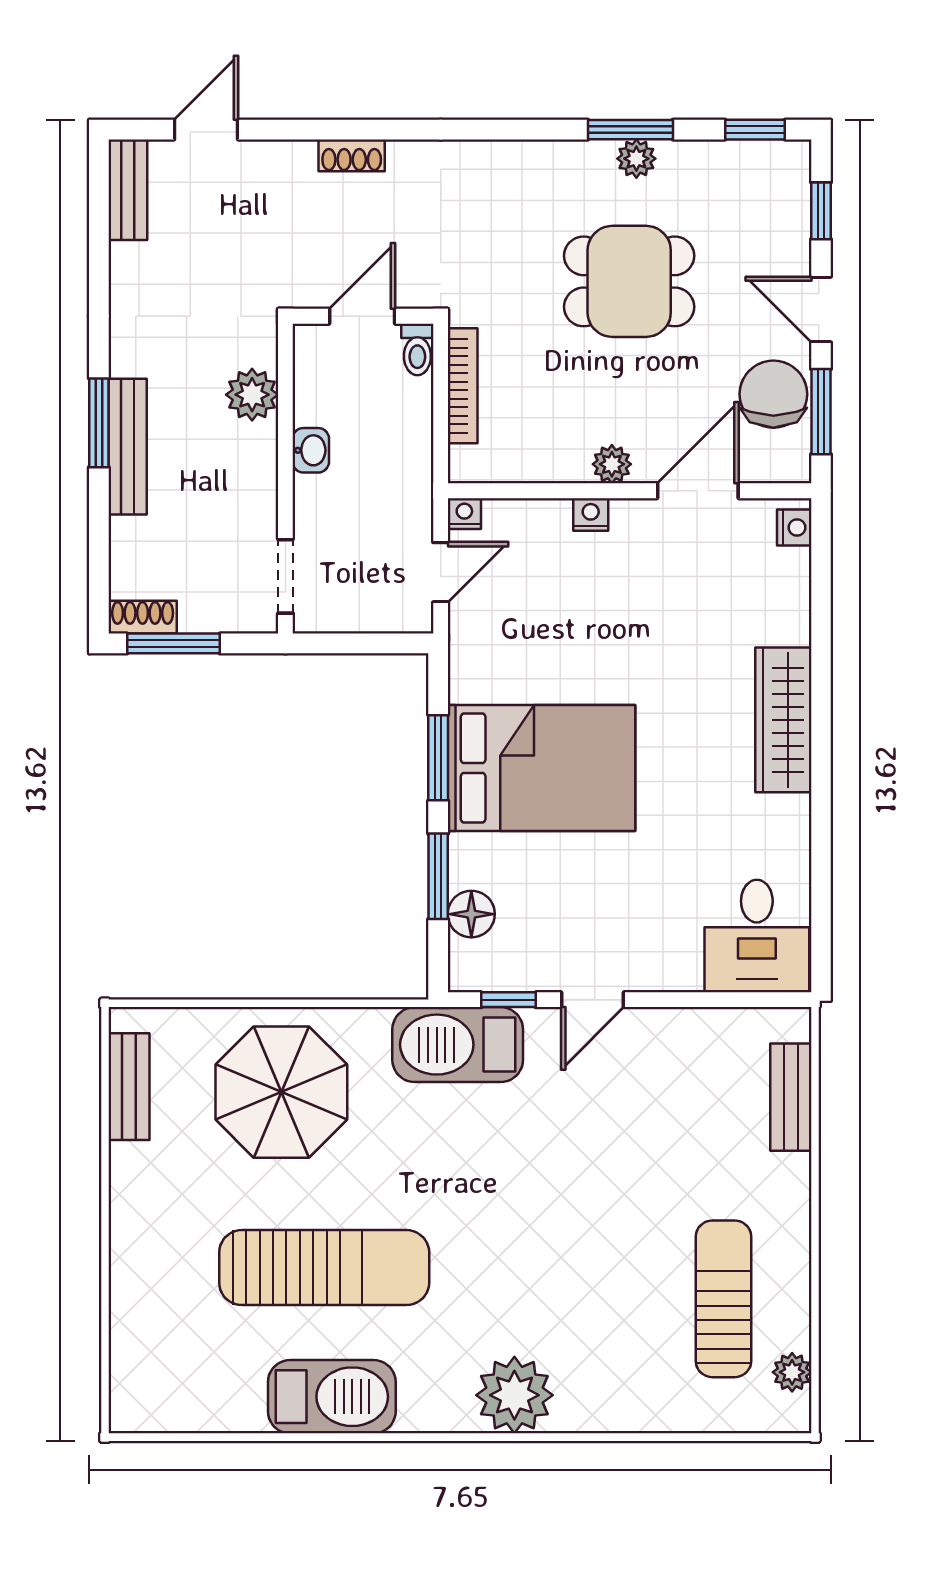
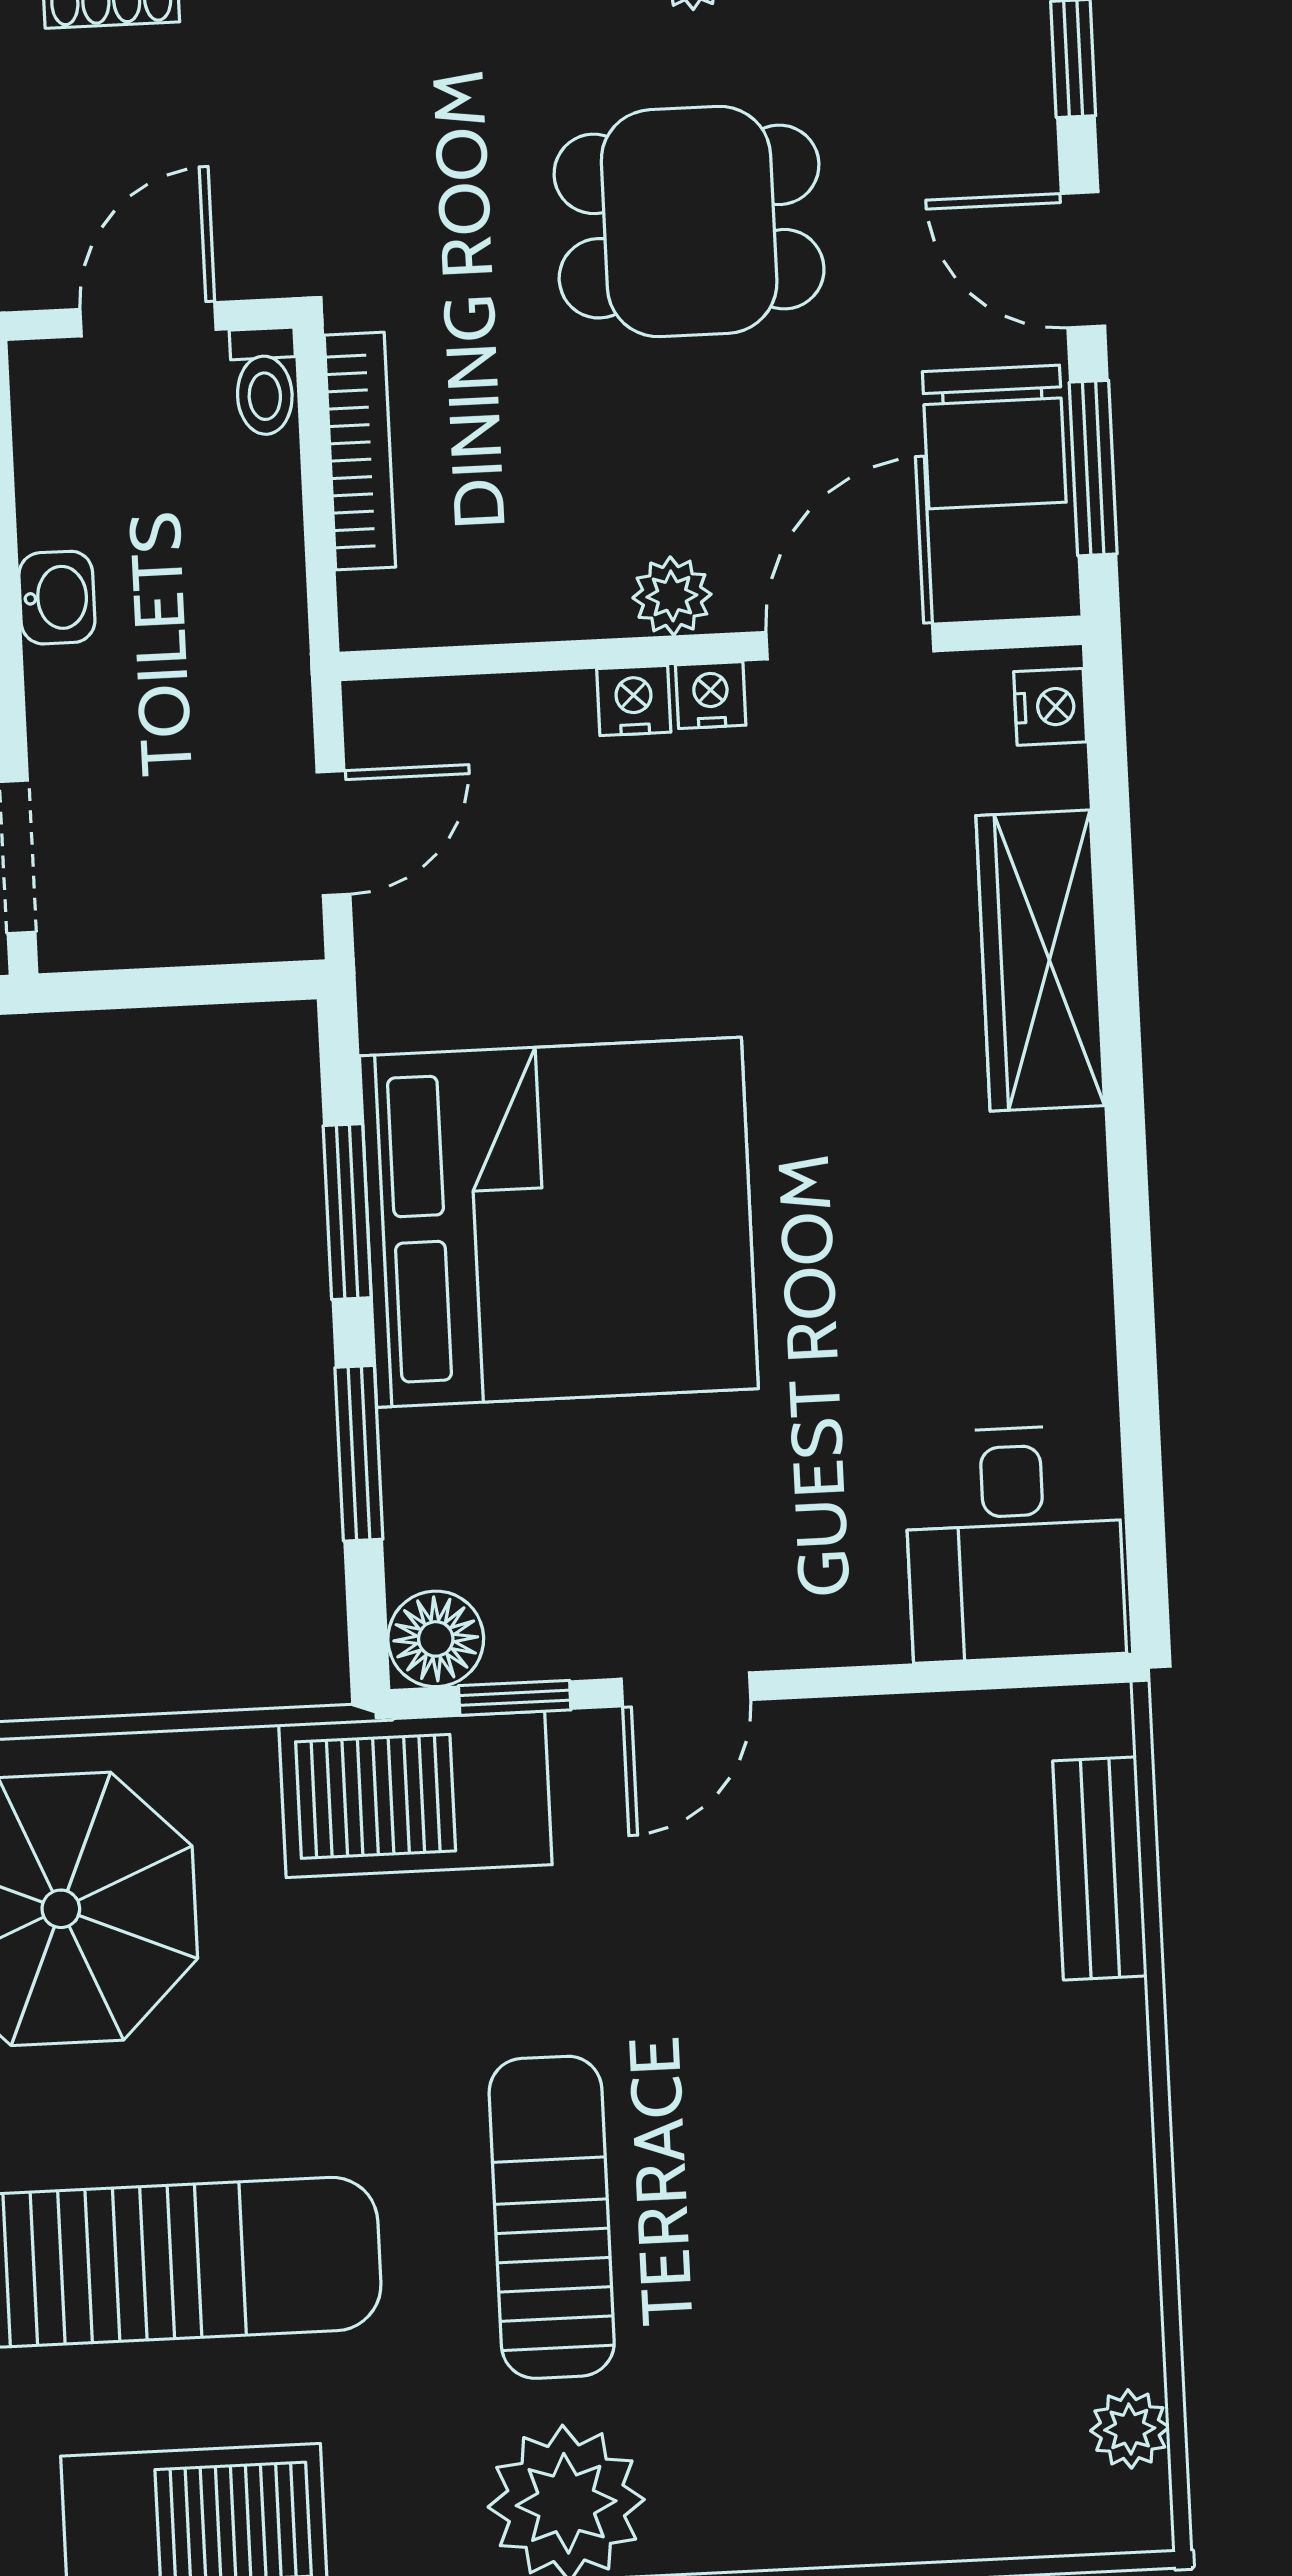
chair: (773, 394) -> (994, 437), turned 180
nightstand: (464, 514) -> (711, 695), moved
wardrobe: (783, 720) -> (1040, 961), moved
bed: (542, 768) -> (559, 1222), width x1.36
floor lamp: (471, 914) -> (436, 1639), moved
sun lounger: (723, 1299) -> (552, 2217), moved

